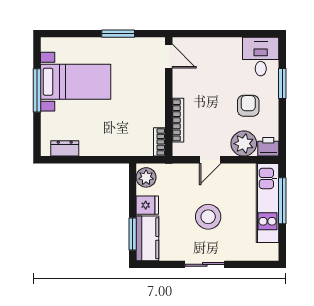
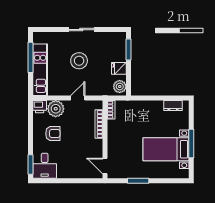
window: (282, 83) -> (30, 164), moved
armchair: (248, 106) -> (53, 134), turned -90
window: (282, 201) -> (30, 57), moved
kitchen counter: (147, 238) -> (119, 47), removed

